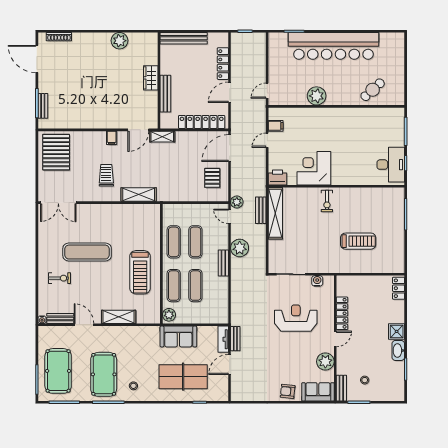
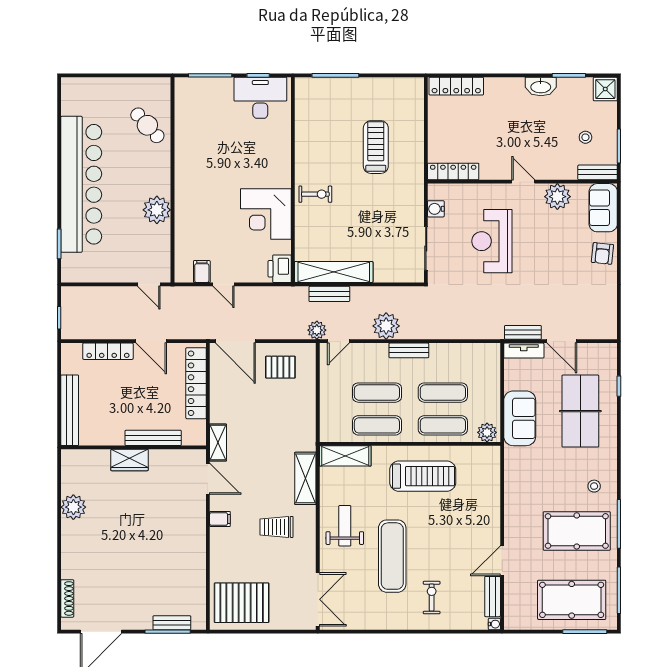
weight bench: (107, 221) -> (345, 526), added
locker: (399, 288) -> (456, 86), width x1.53
locker: (342, 313) -> (453, 171), moved
shelving: (119, 317) -> (345, 456), moved, turned 90
shower: (397, 331) -> (605, 89), moved

